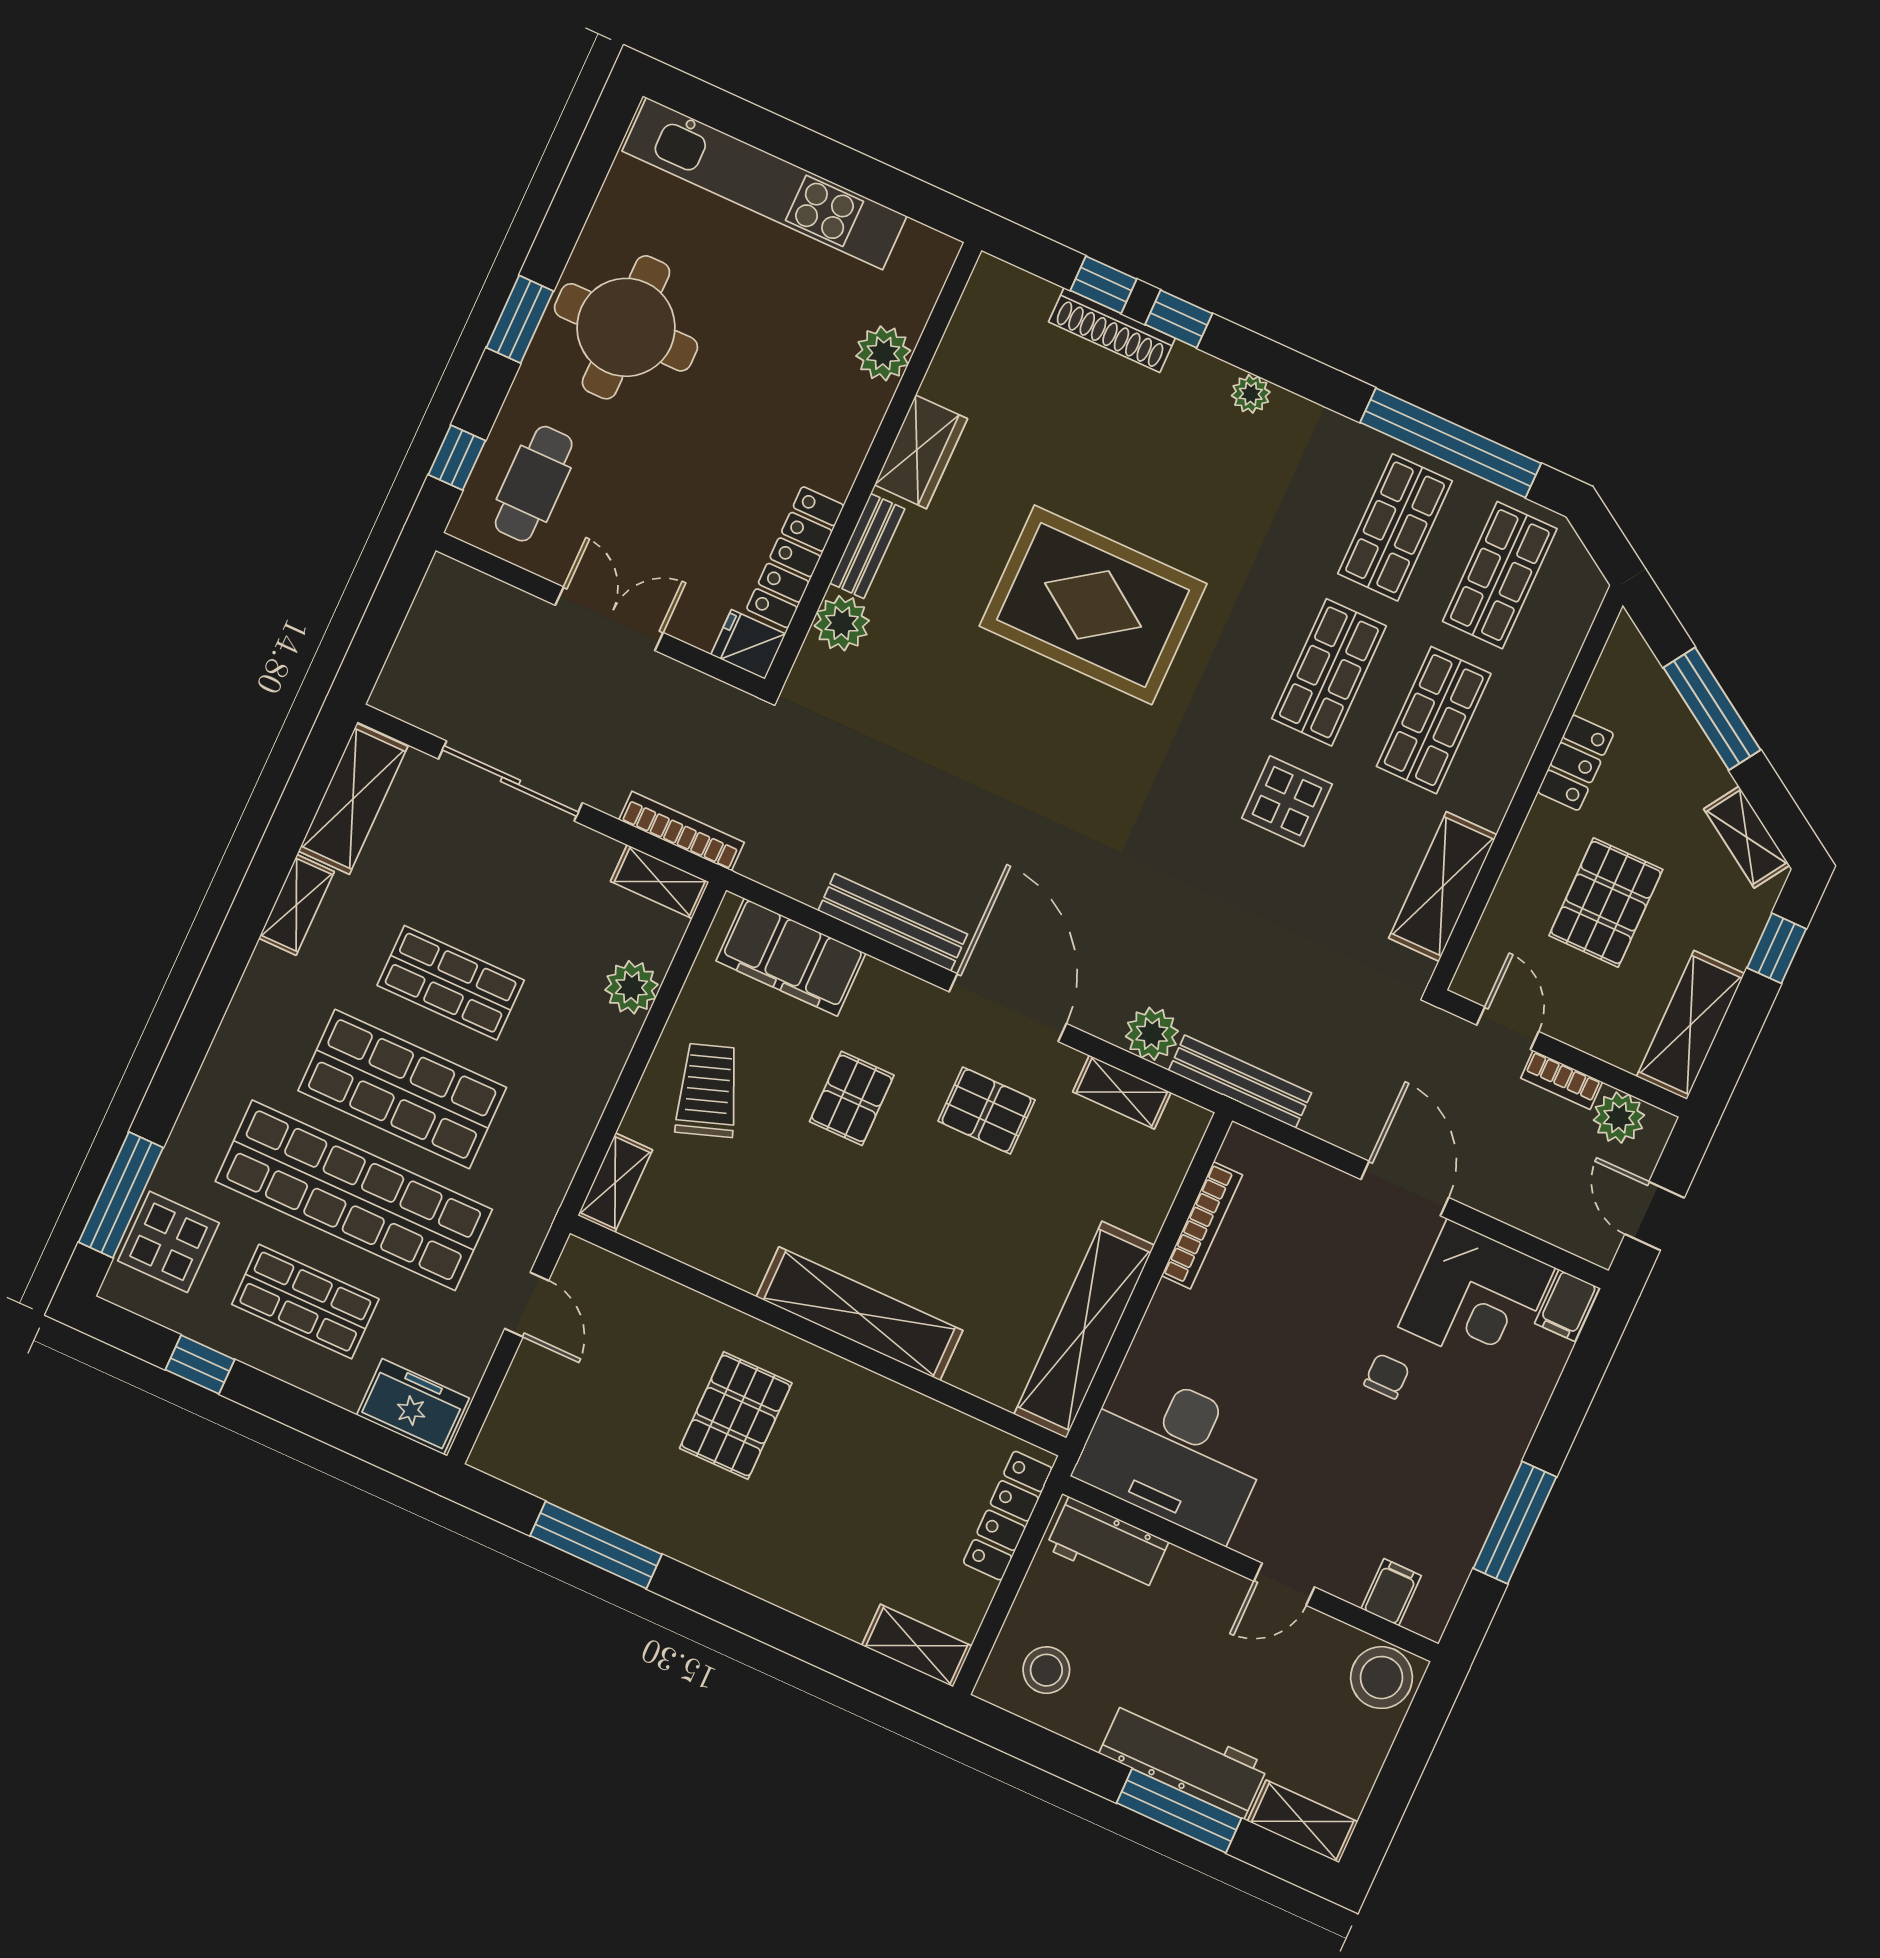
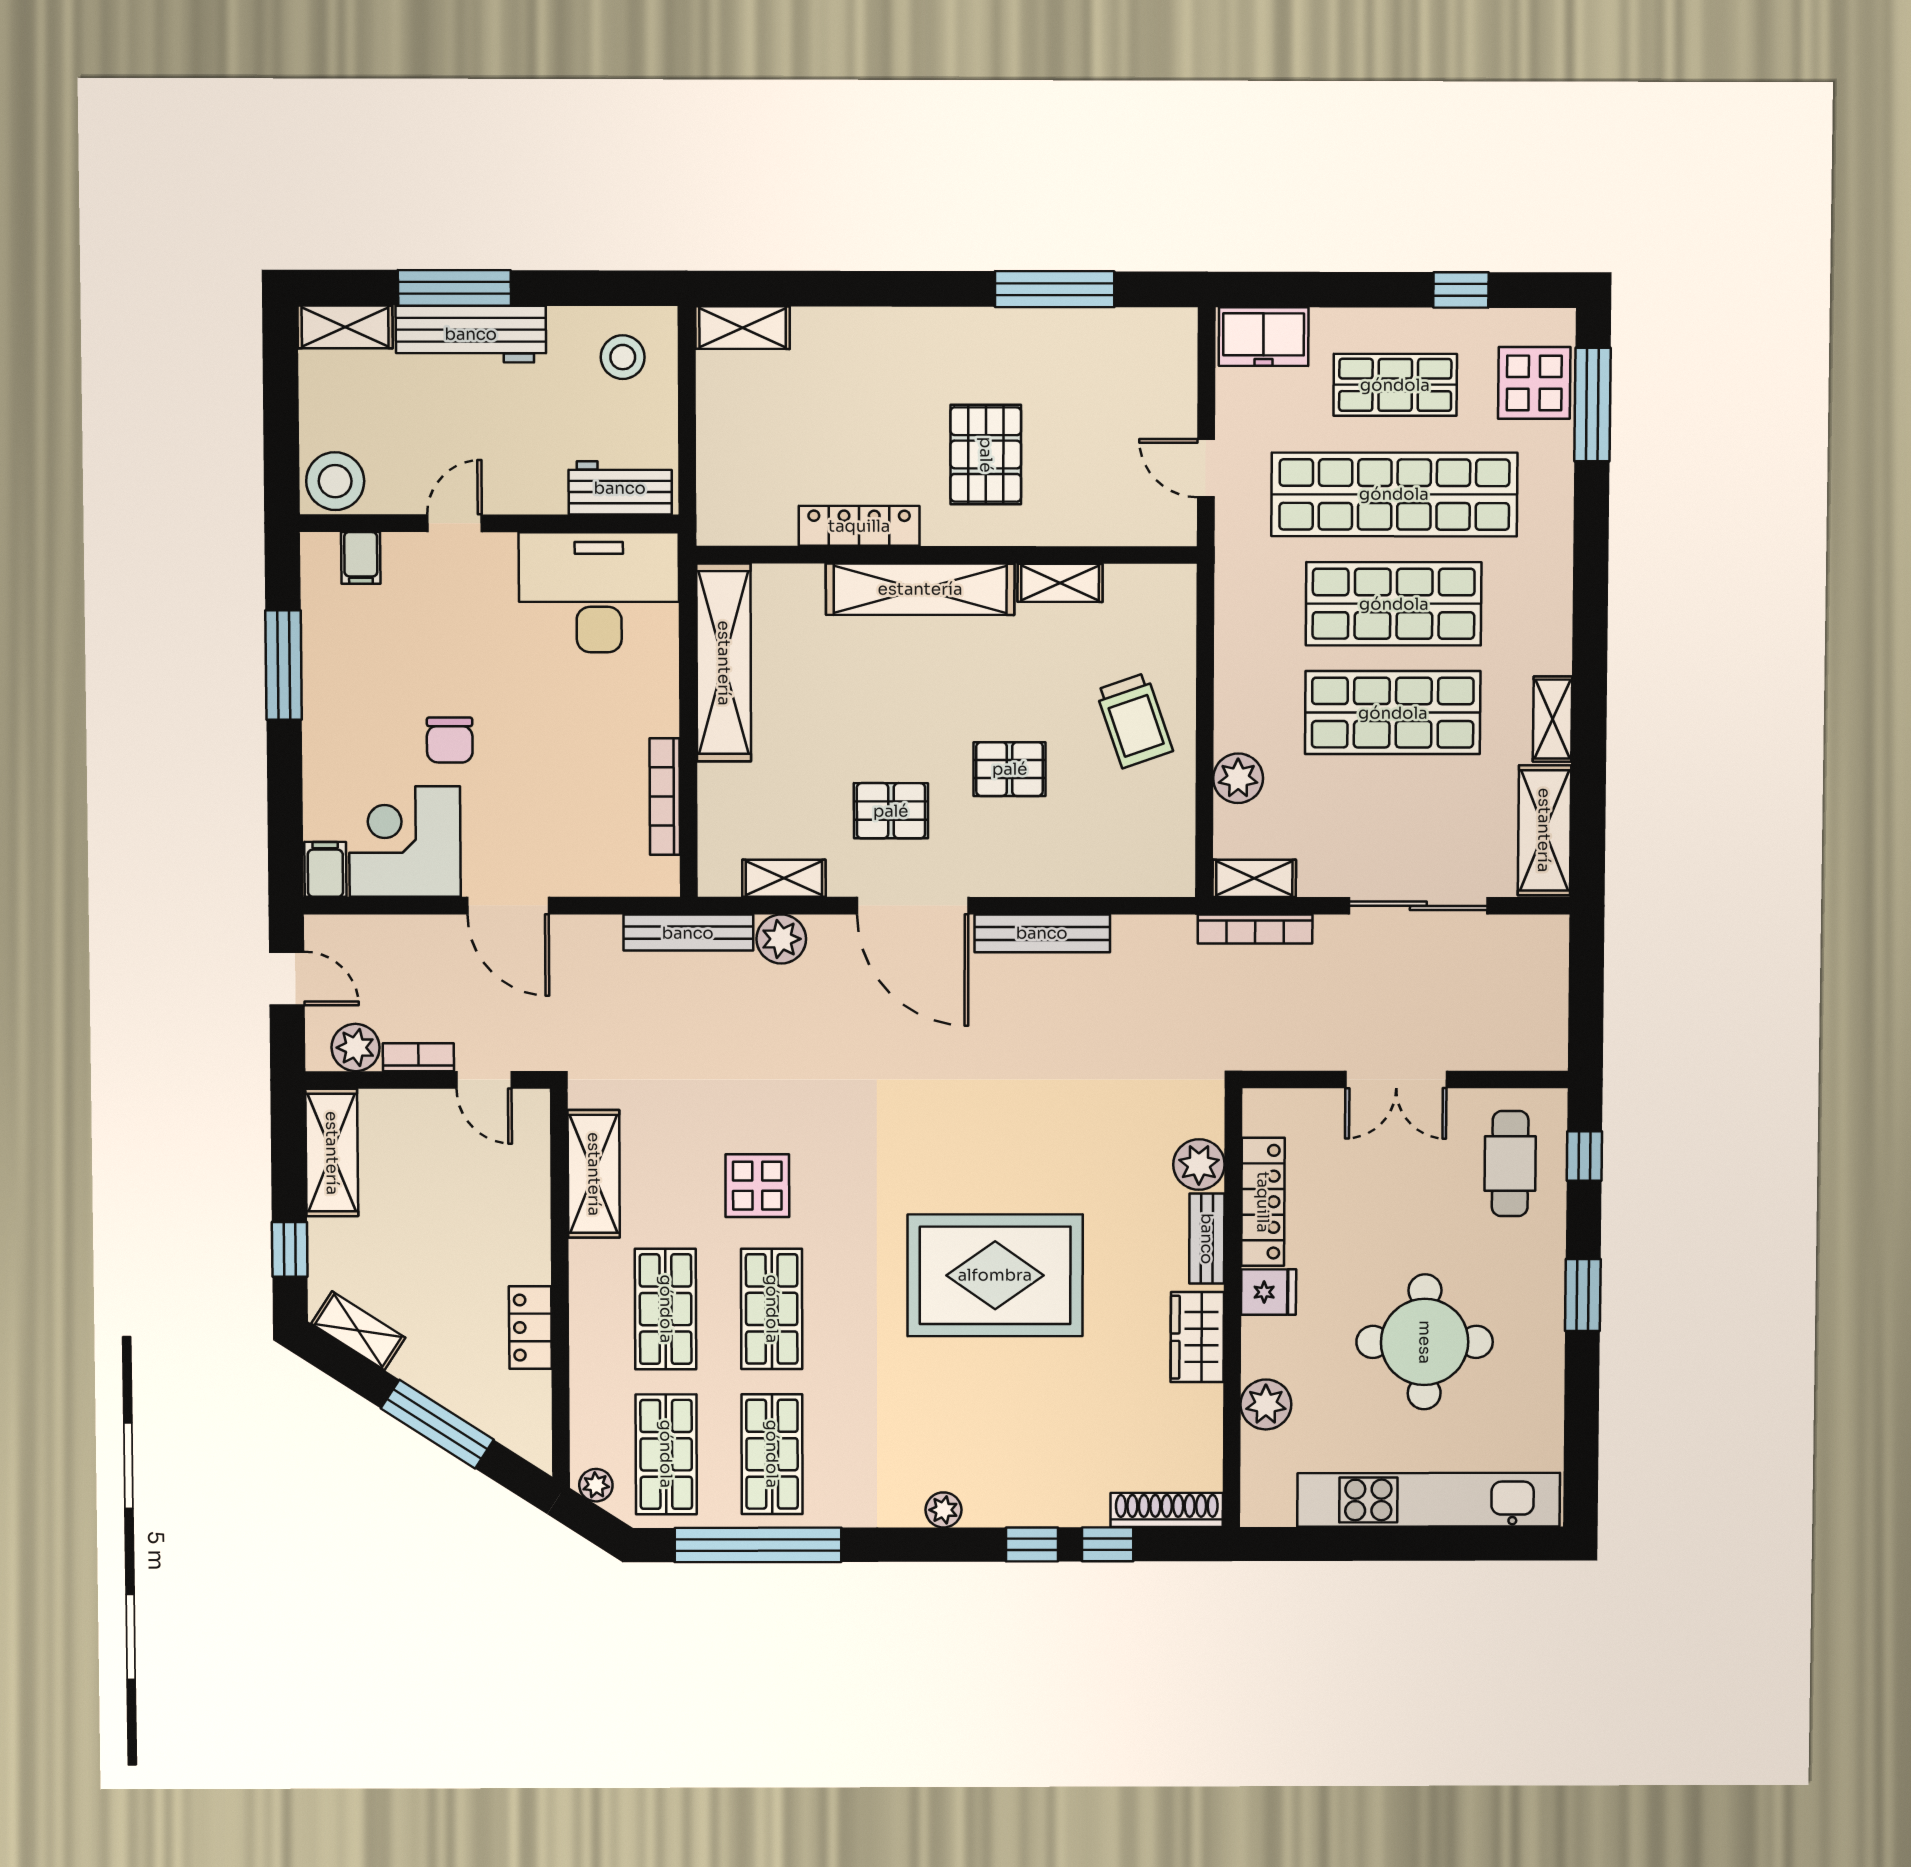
round table: (626, 327) -> (1425, 1342), moved
shoe rack: (1112, 330) -> (1167, 1510), moved
plant: (1583, 576) -> (596, 1485), added
fridge: (748, 644) -> (1269, 1292), moved
pallet: (1606, 903) -> (451, 1223), removed
filing cabinet: (791, 957) -> (1115, 865), removed
shop shelf: (451, 983) -> (1393, 713), width x1.43, depth x1.36
pallet: (852, 1098) -> (1010, 769), turned 90
shelving: (615, 1183) -> (1060, 583), moved, turned 90
chair: (1387, 1376) -> (450, 740), width x1.37, depth x1.37
locker: (1008, 1516) -> (859, 526), moved, turned -90

